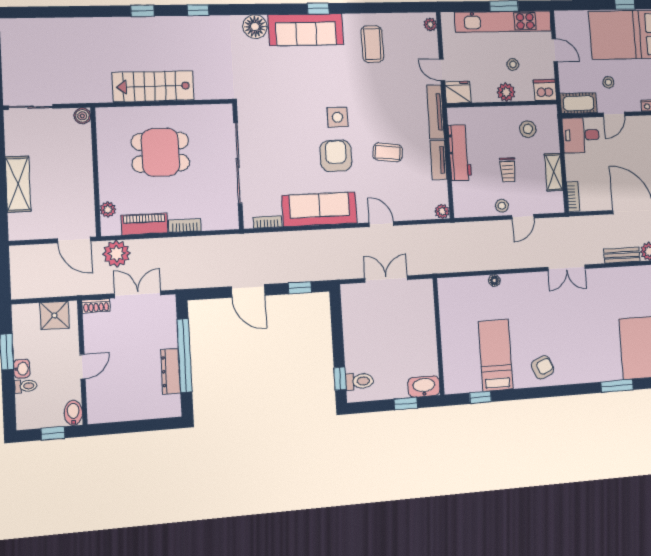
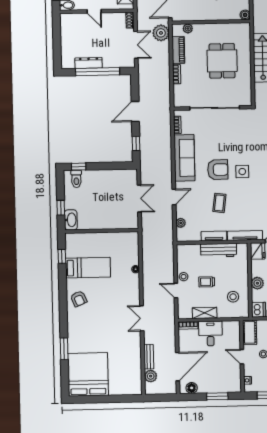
desk: (581, 135) -> (211, 333), moved
plant: (442, 211) -> (181, 223), moved

